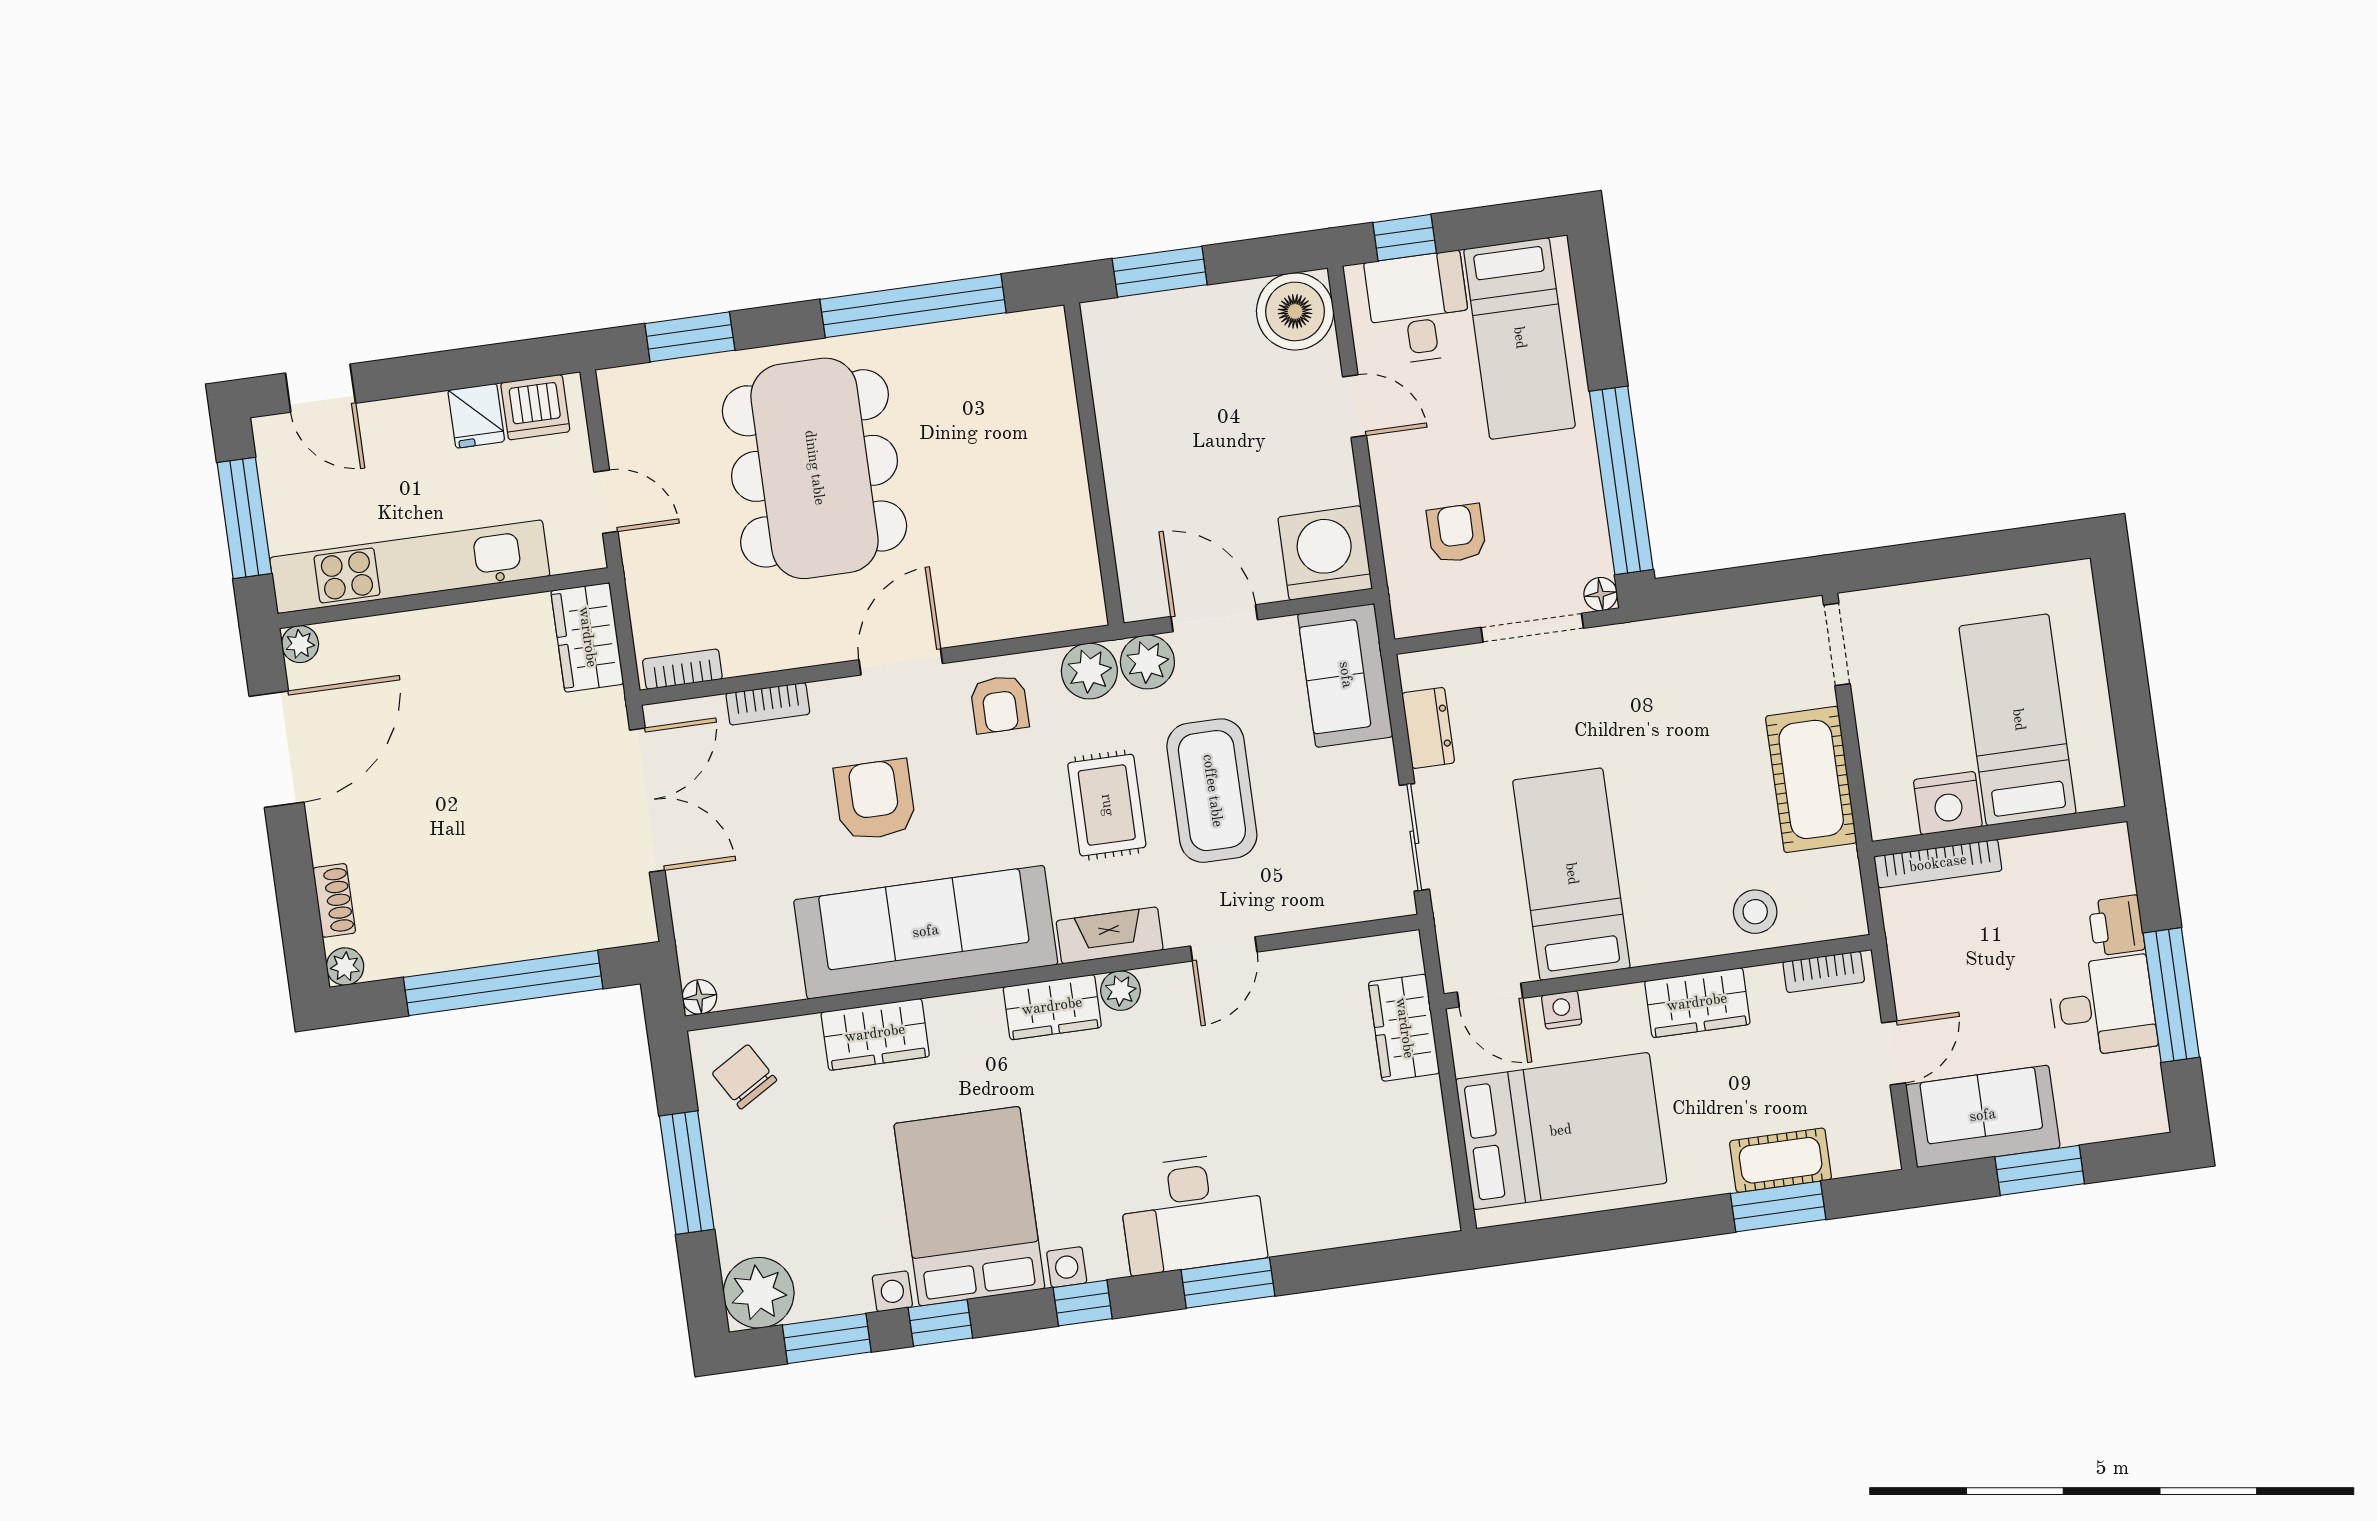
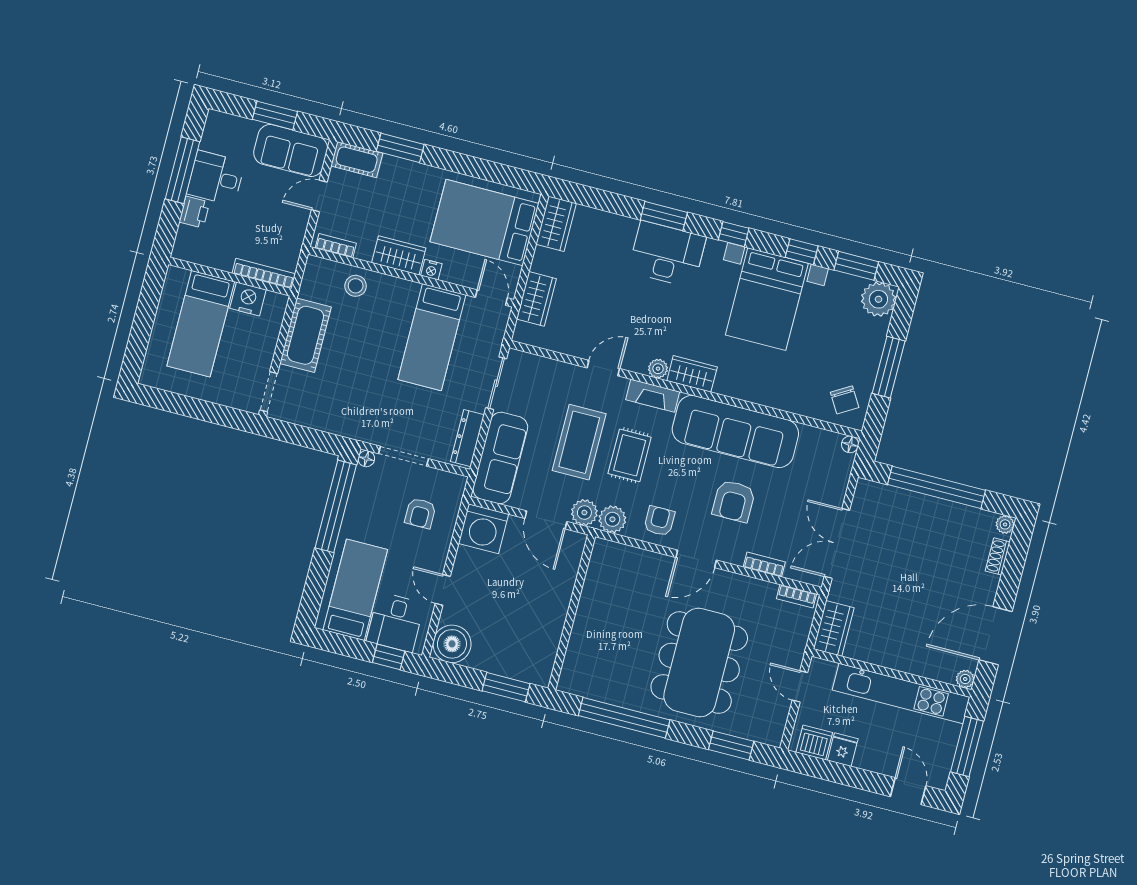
sofa: (1345, 675) -> (500, 458), width x1.36
dresser: (1428, 728) -> (467, 438), width x1.44
nightstand: (1562, 1010) -> (431, 270), moved
wardrobe: (875, 1034) -> (556, 224), moved, turned 90
cot: (1781, 1160) -> (357, 160), moved

